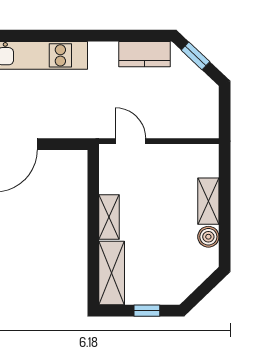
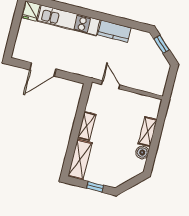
kitchen counter: (144, 54) -> (114, 31), moved

